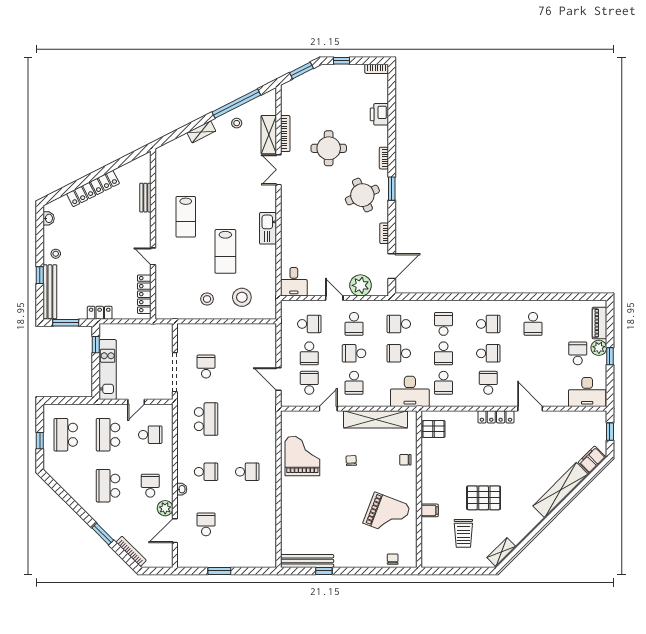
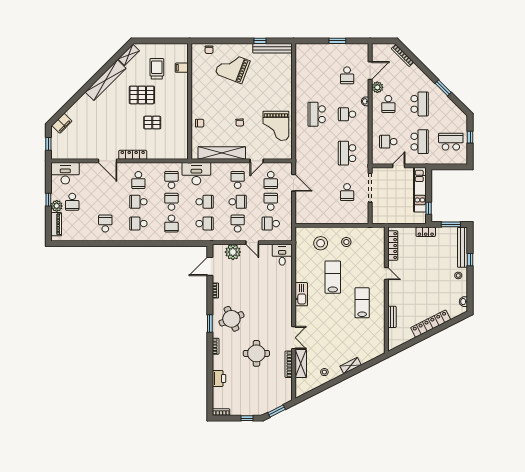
window: (236, 104) -> (325, 386), removed
pallet: (434, 429) -> (152, 123), moved
school desk: (66, 435) -> (451, 142), turned -90
school desk: (247, 472) -> (317, 114), width x1.85
shelving: (560, 490) -> (106, 80), moved
filing cabinet: (430, 510) -> (182, 68), moved
grand piano: (387, 514) -> (233, 67), moved
window: (103, 534) -> (443, 88), moved

